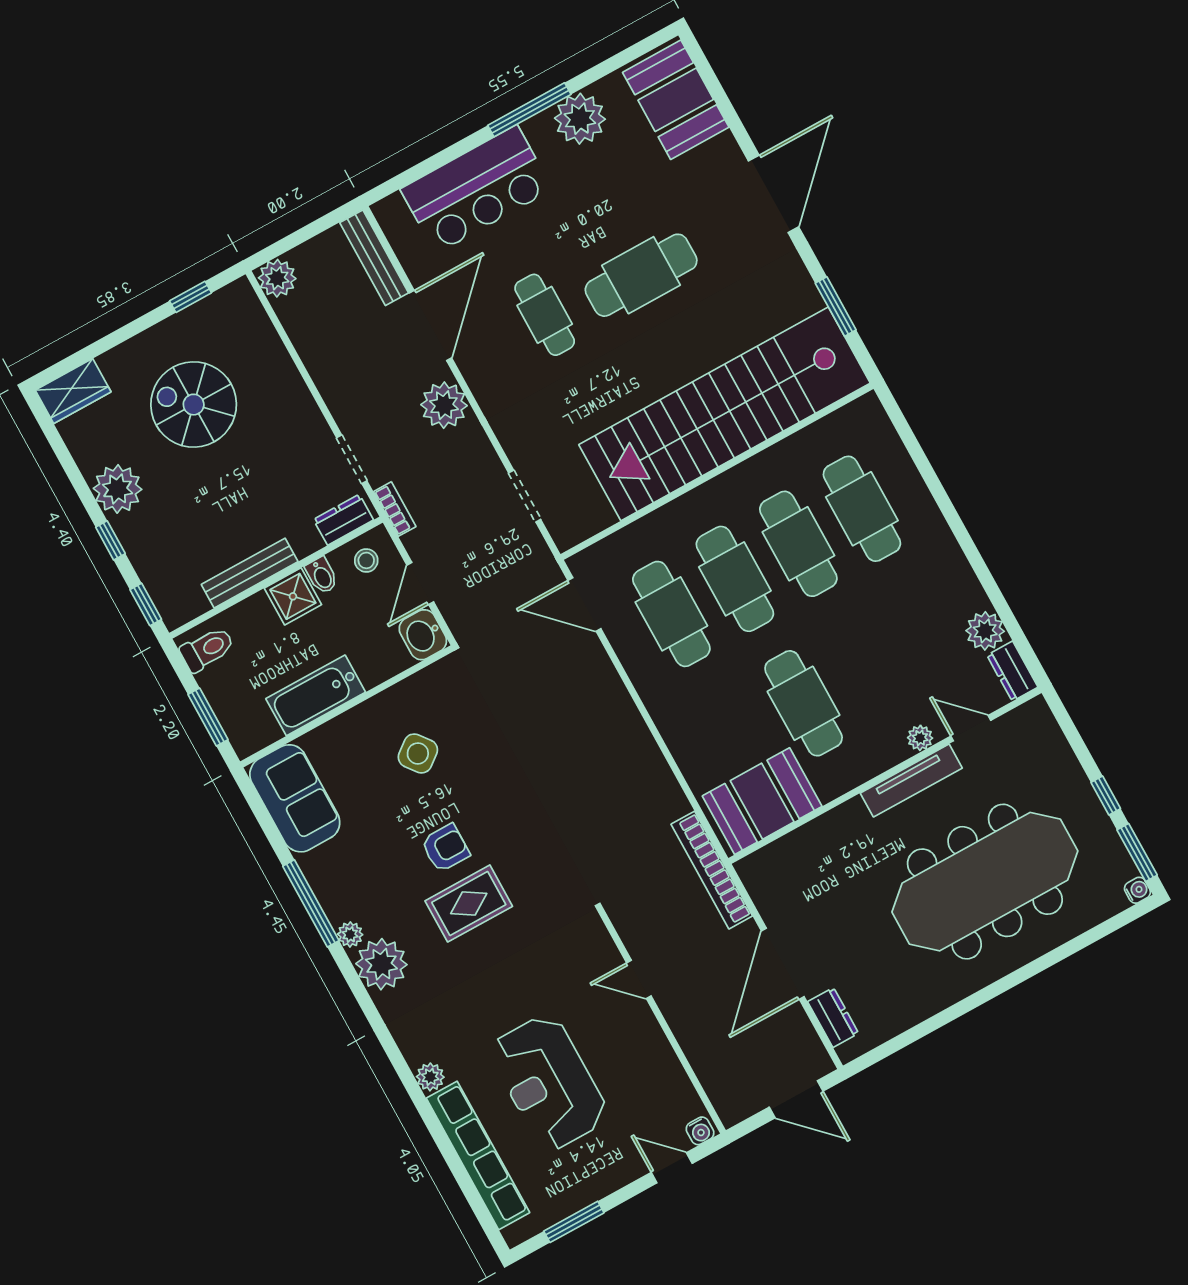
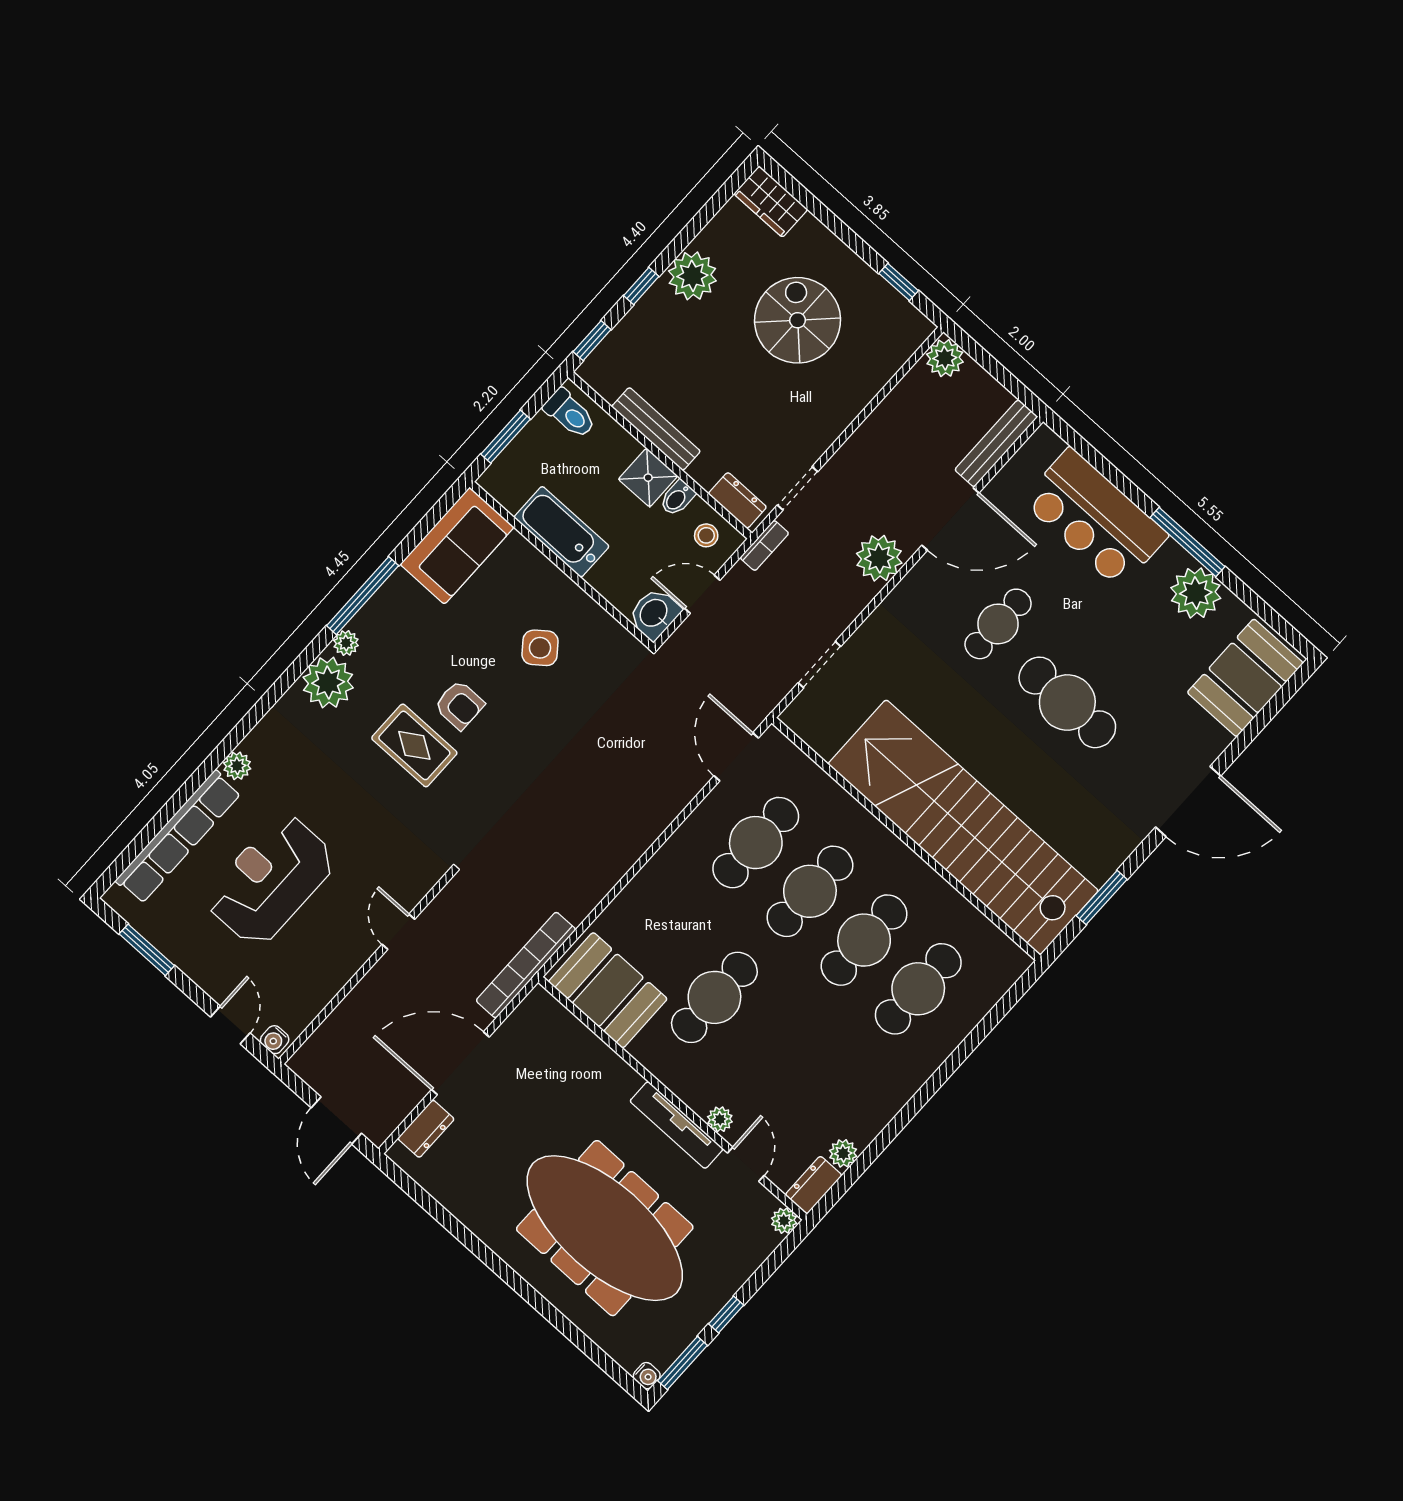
plant: (985, 631) -> (843, 1153), width x0.73, depth x0.73
plant: (1036, 711) -> (784, 1221), added

